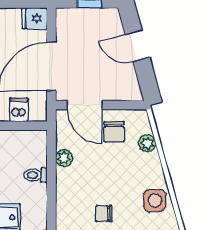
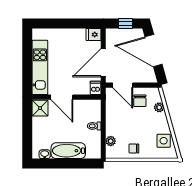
door: (138, 46) -> (154, 51), width x1.88
dishwasher: (19, 110) -> (96, 88), moved
plant: (64, 158) -> (111, 141), moved

